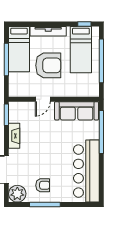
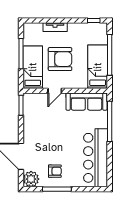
tv unit: (48, 31) -> (55, 27), width x0.71
bed: (19, 49) -> (33, 67), moved, turned 180
bed: (81, 50) -> (98, 67), moved, turned 180
fireplace: (14, 136) -> (28, 125), removed

